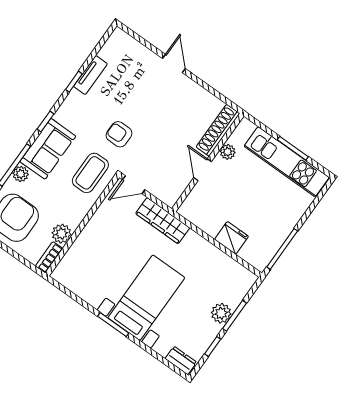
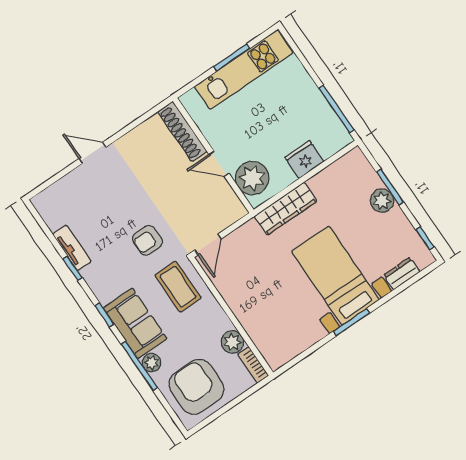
plant: (228, 152) -> (252, 178), moved, width x1.87, depth x1.87
wardrobe: (163, 221) -> (286, 209), moved
window: (213, 346) -> (425, 238), moved
dresser: (181, 360) -> (402, 274), moved

